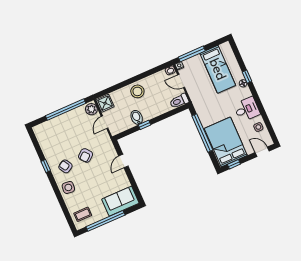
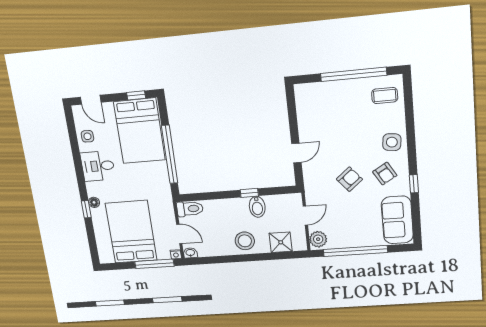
bed: (218, 69) -> (131, 232), width x1.50
shower: (105, 103) -> (281, 242), moved
sofa: (120, 201) -> (397, 220), moved, turned 90

